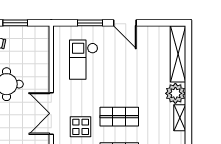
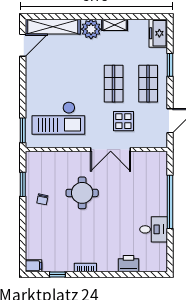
window: (90, 23) -> (23, 130), moved
door: (125, 23) -> (23, 45), moved
checkout: (84, 60) -> (58, 118), width x1.36, depth x1.21

